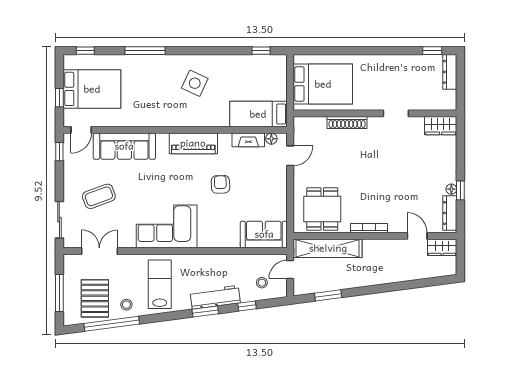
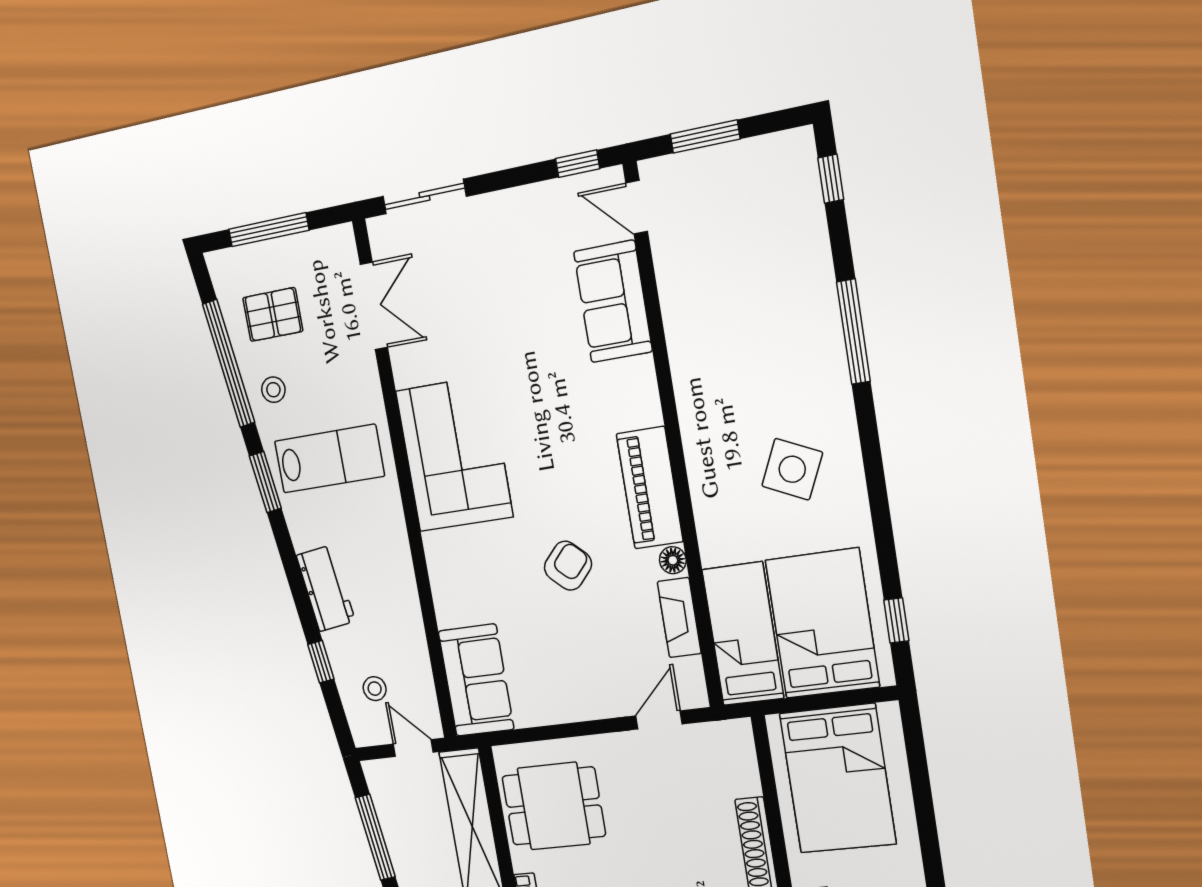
bed: (92, 89) -> (822, 623), moved, turned 180
window: (59, 98) -> (705, 136), width x1.50
floor lamp: (271, 139) -> (673, 560), moved
sofa: (124, 146) -> (613, 302), width x0.73
door: (290, 156) -> (659, 720), swing flipped
armchair: (220, 184) -> (568, 566), turned -45
coffee table: (99, 196) -> (492, 281), removed
window: (328, 295) -> (375, 837), width x1.44
workbench: (215, 297) -> (326, 588), width x0.73
pallet: (95, 298) -> (273, 314), width x0.67, depth x0.71
window: (205, 311) -> (265, 482), moved

